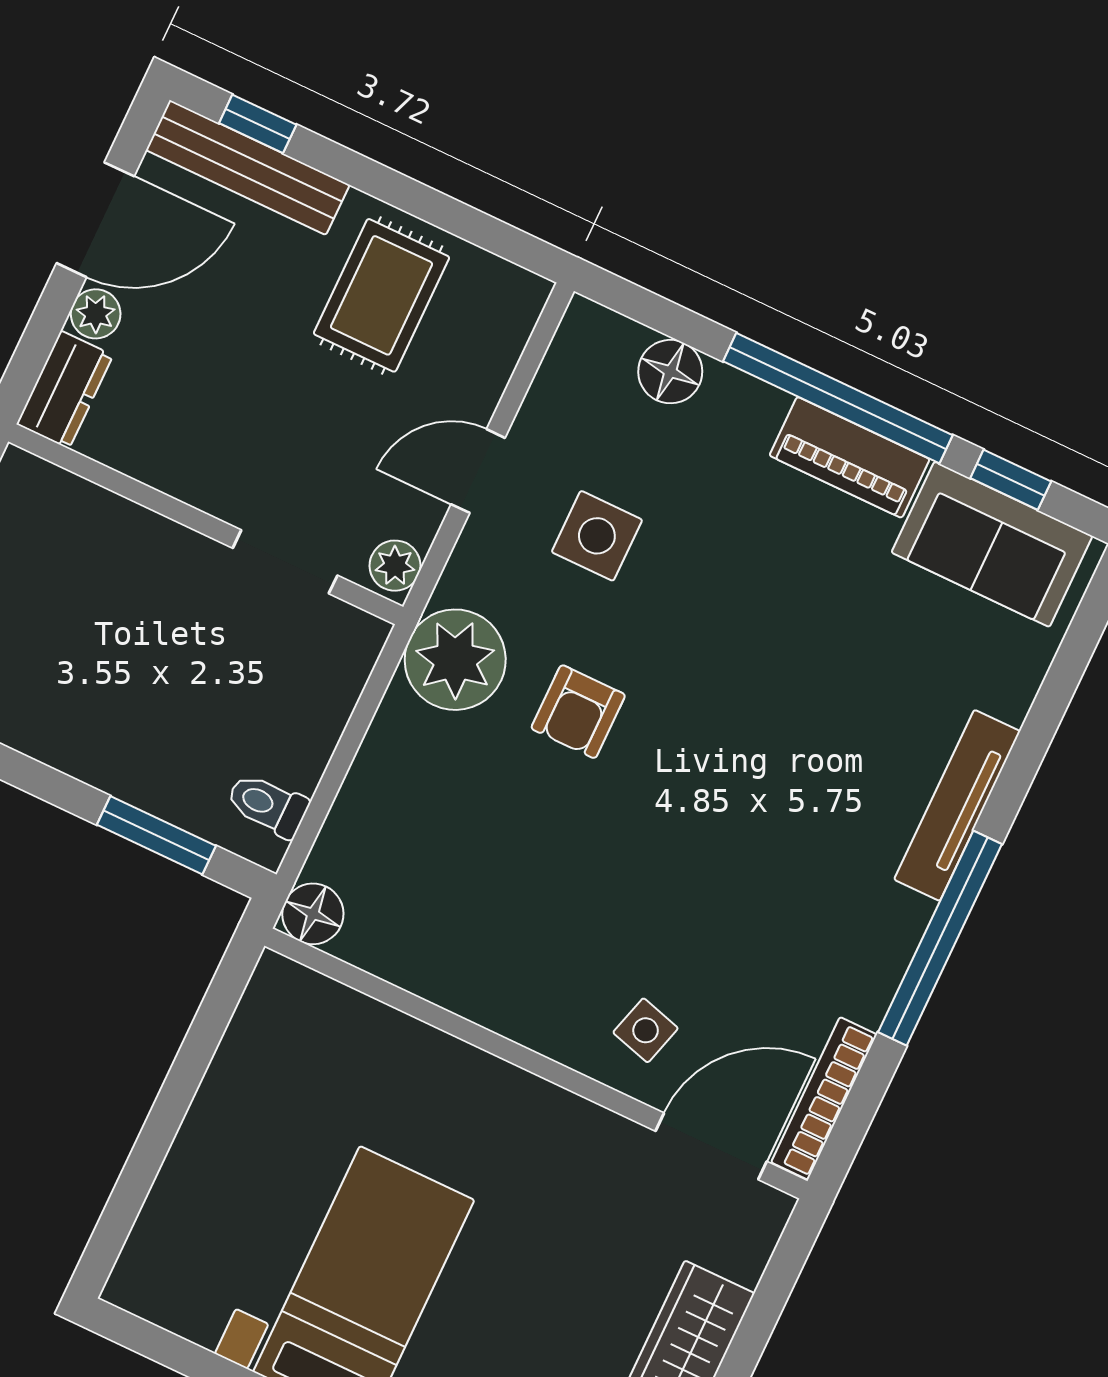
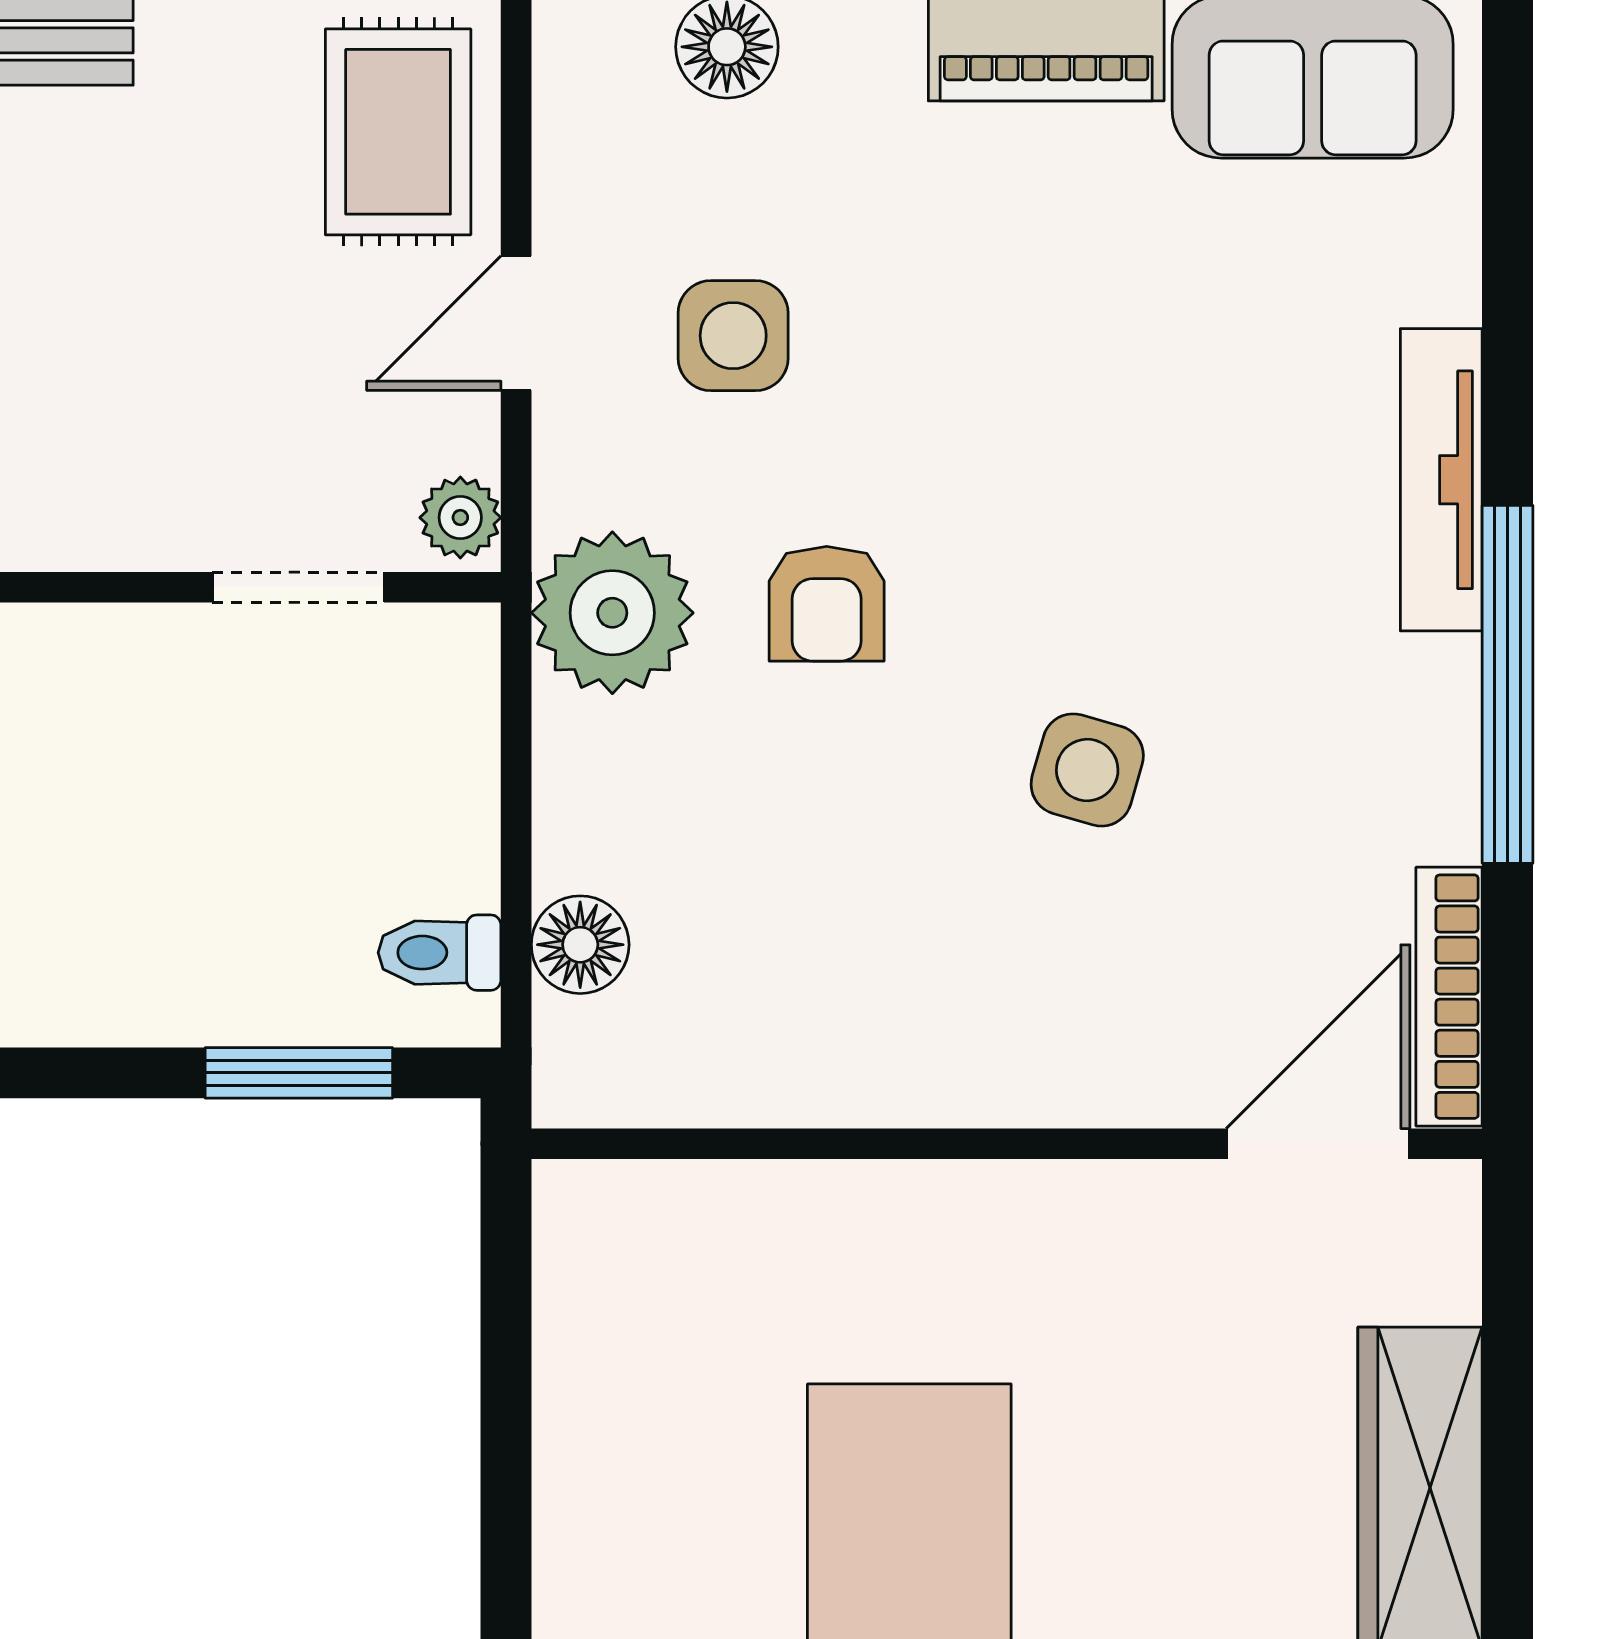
rug: (381, 295) -> (398, 132), moved
floor lamp: (313, 914) -> (580, 945), moved
side table: (646, 1030) -> (1087, 770), moved, width x1.37, depth x1.37

